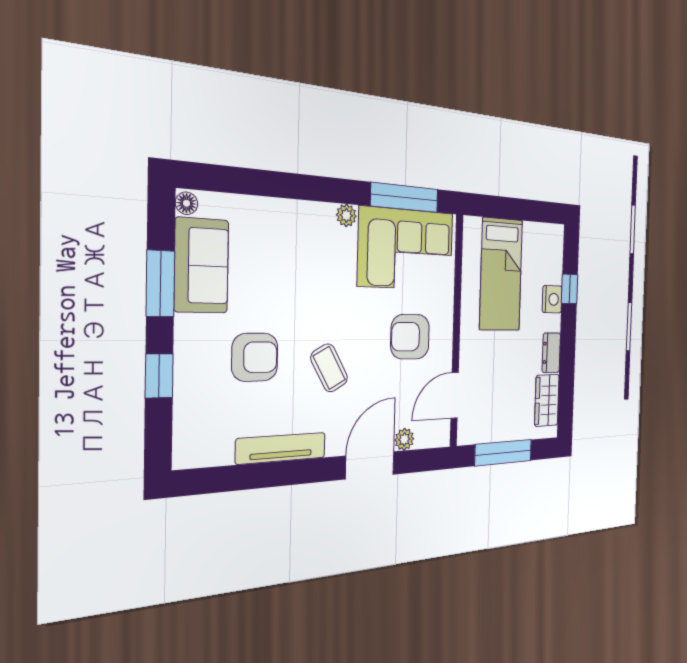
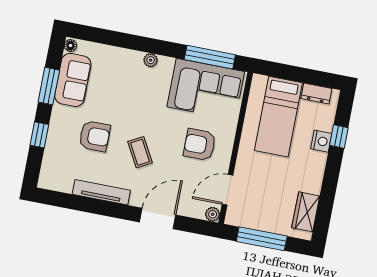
plant: (346, 215) -> (151, 60), moved
dresser: (551, 353) -> (316, 94), moved, turned -90
plant: (404, 439) -> (213, 214), moved

